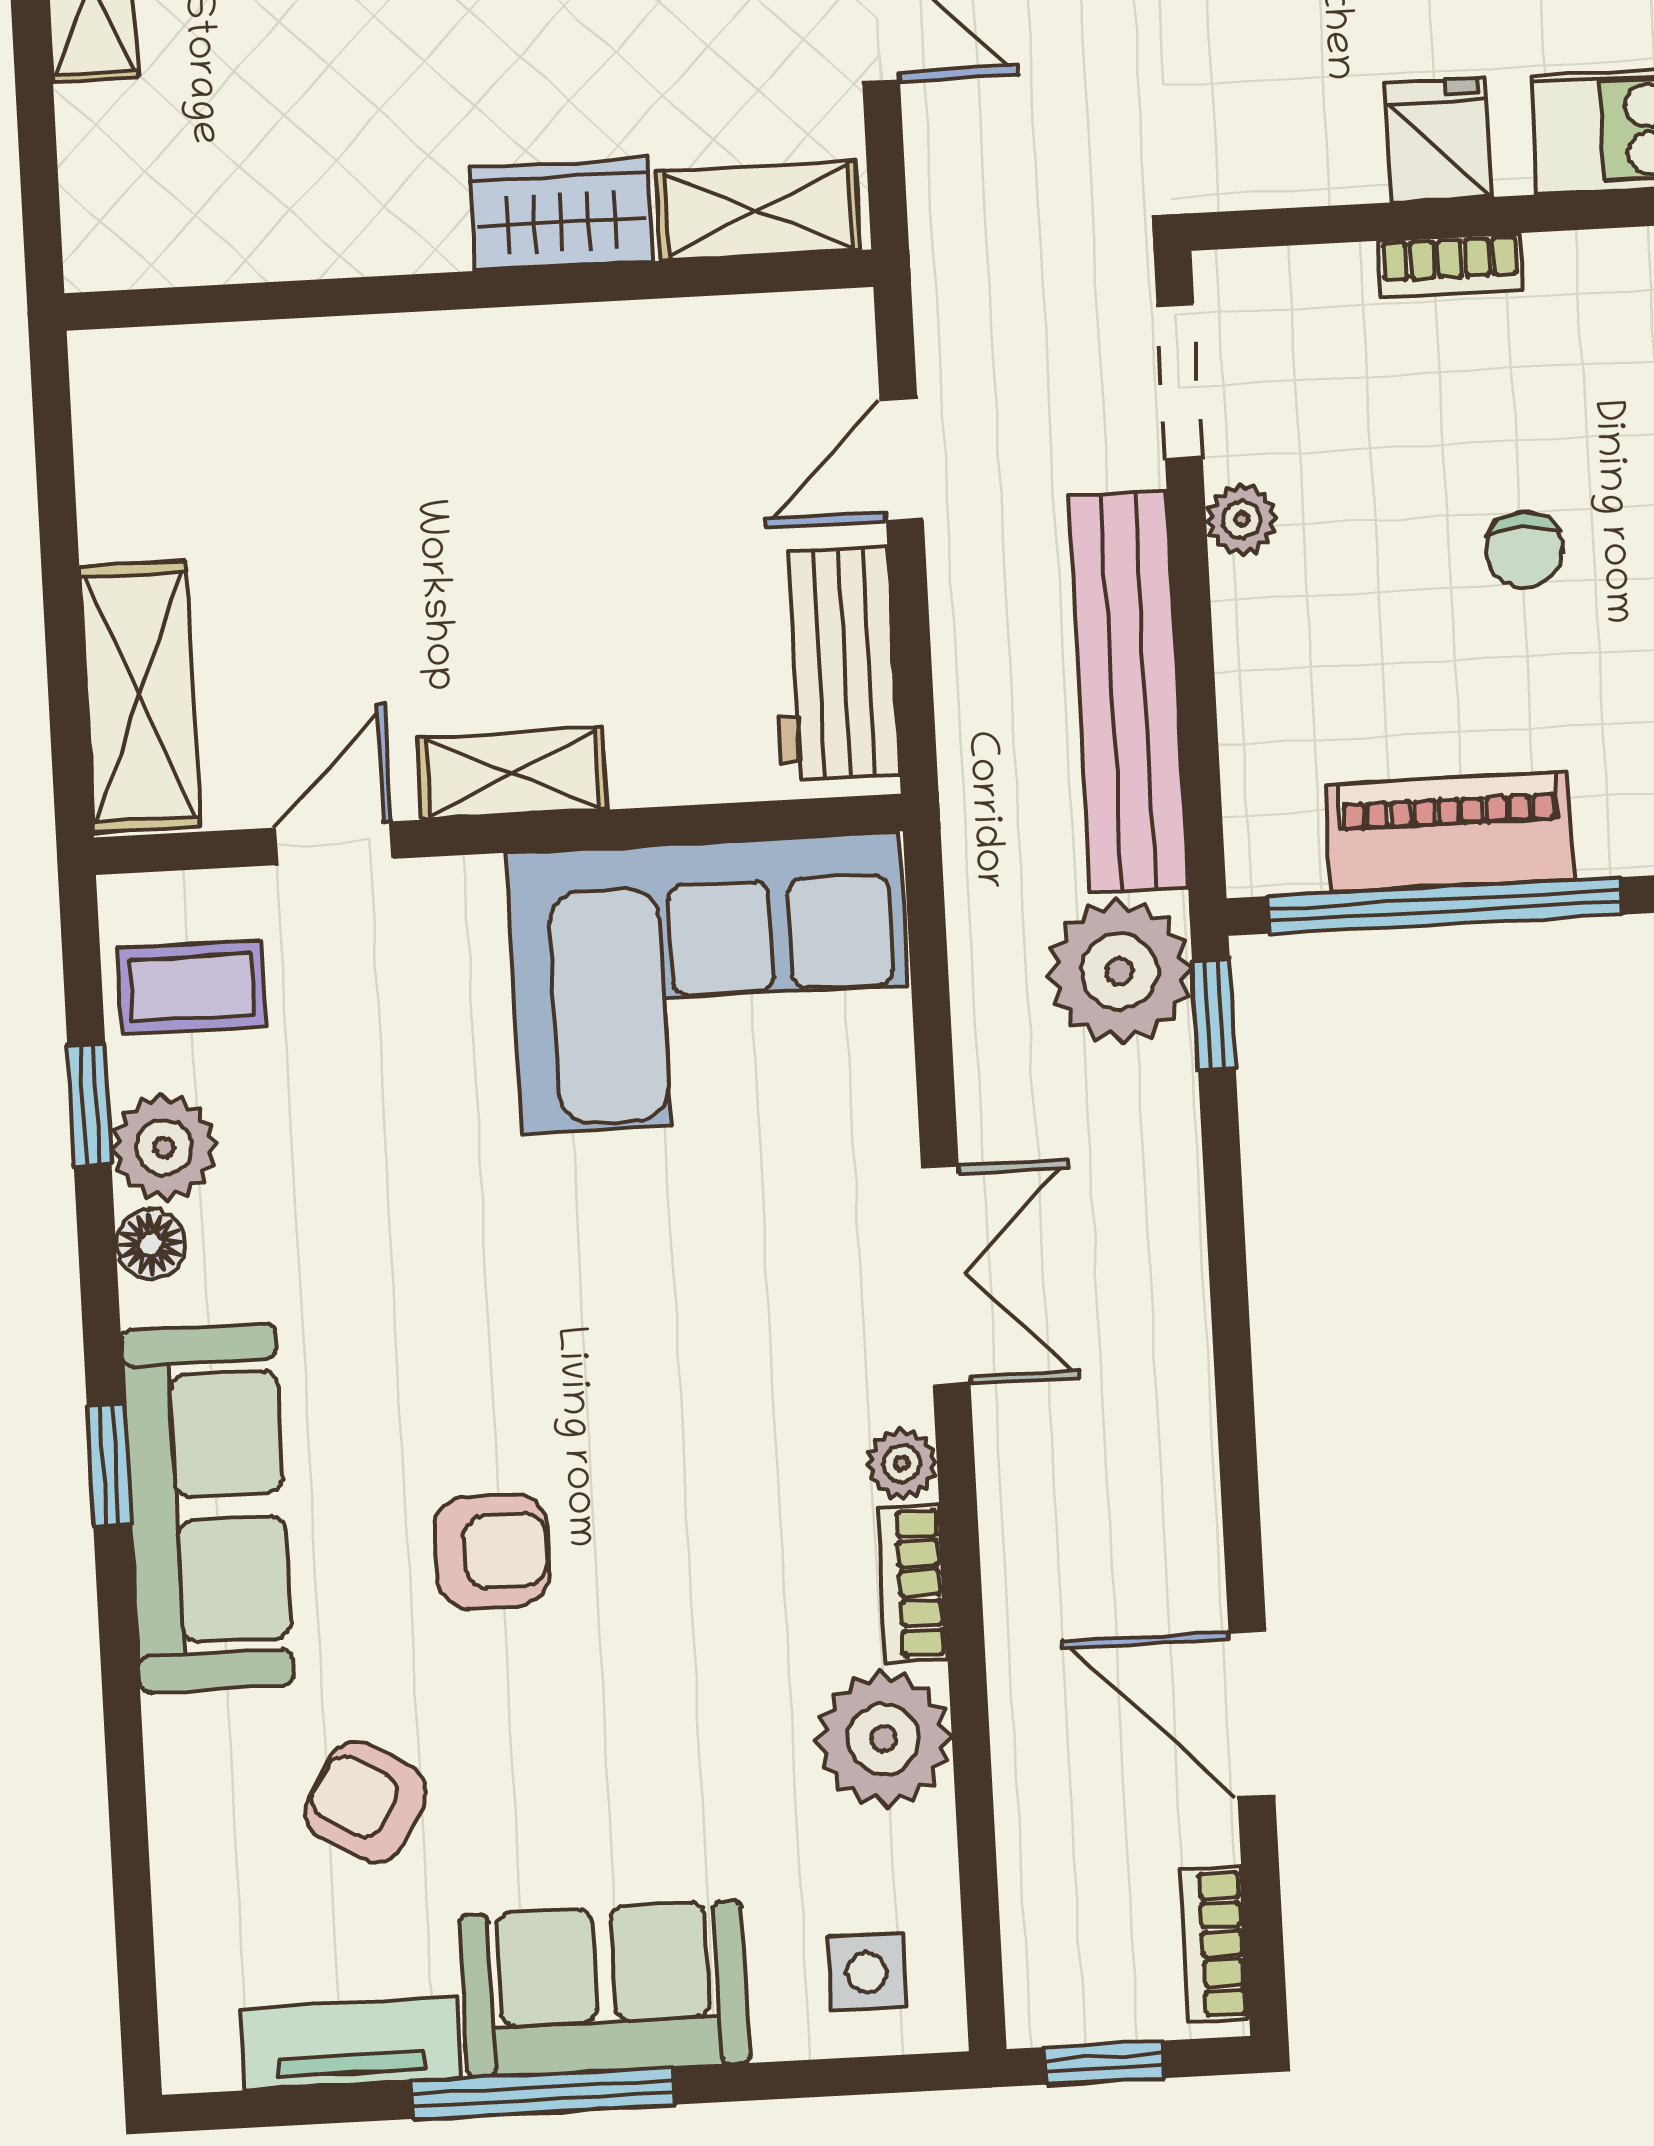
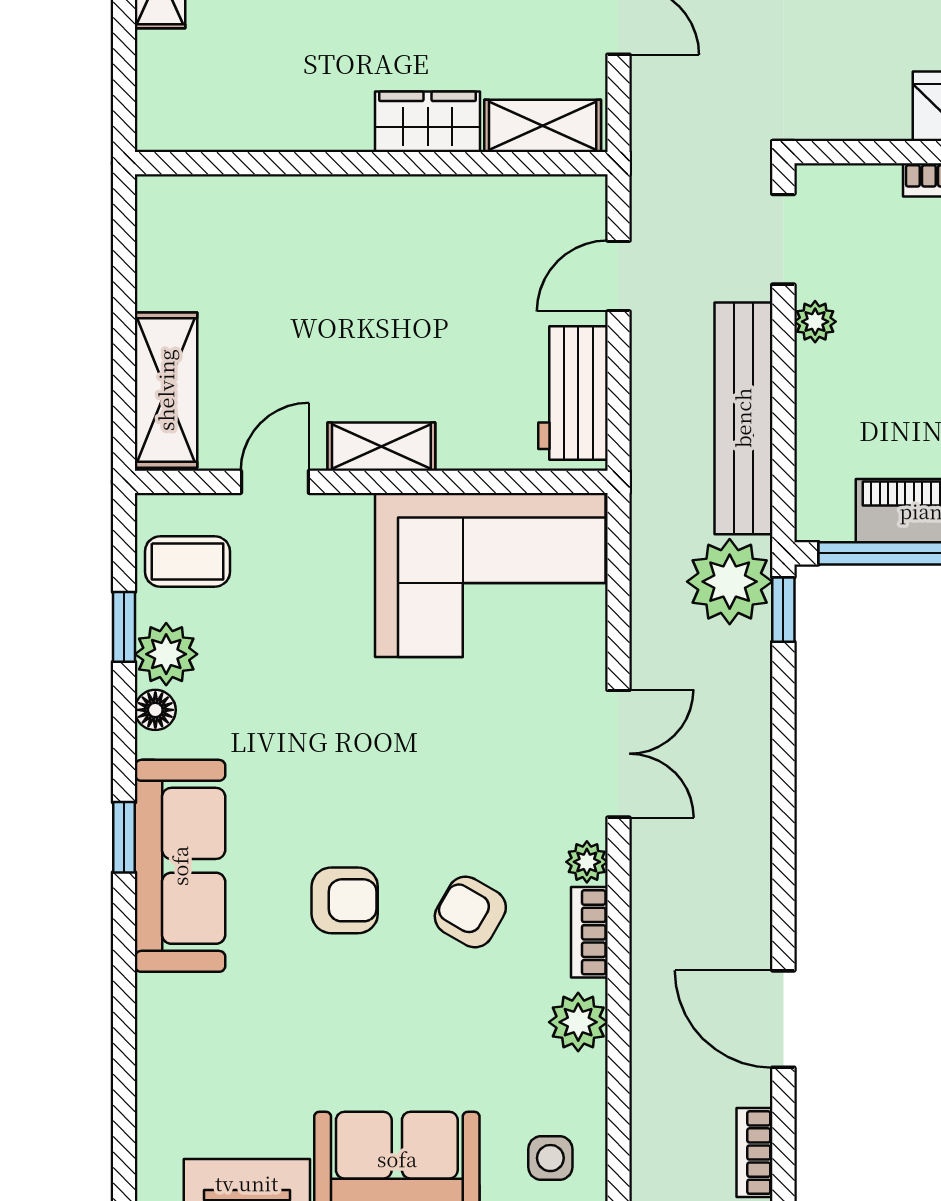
plant: (884, 1739) -> (578, 1022), width x0.73, depth x0.73
armchair: (366, 1802) -> (470, 912), moved

